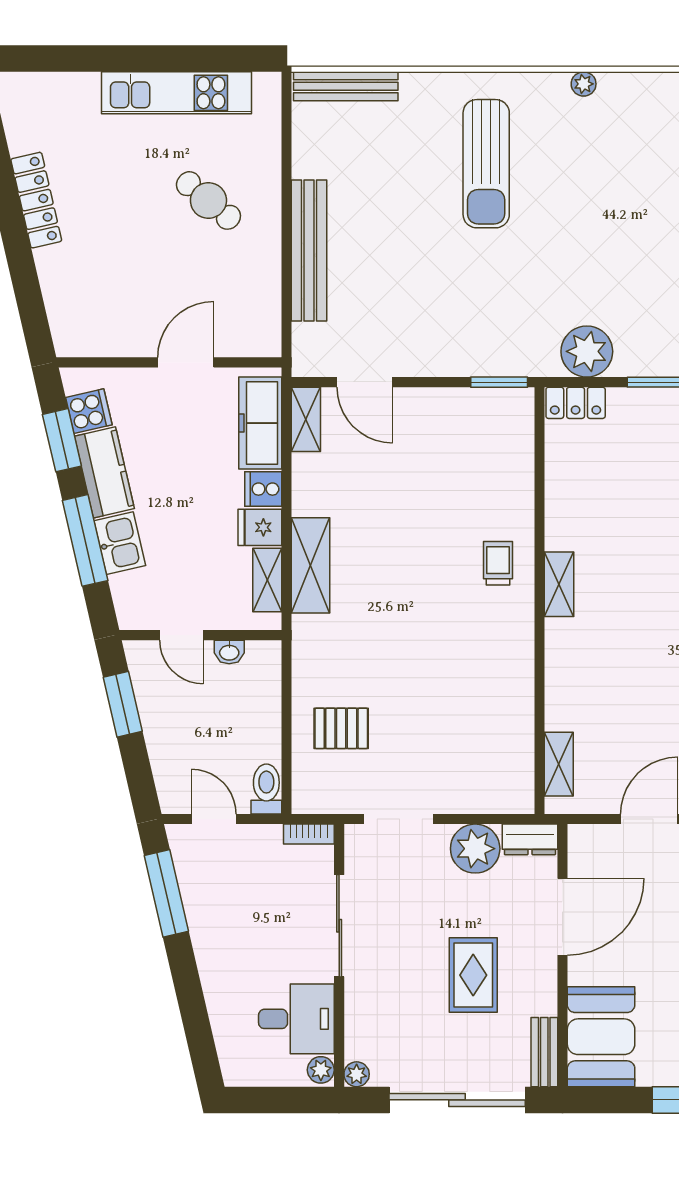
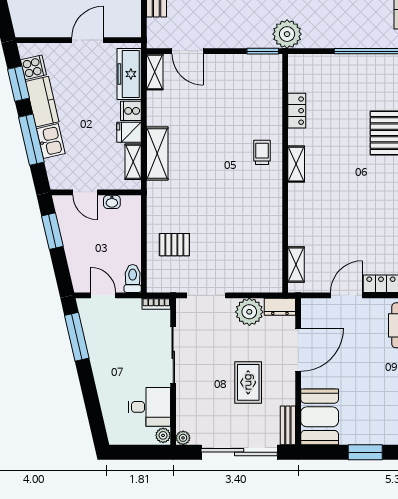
plant: (587, 351) -> (287, 34), moved
locker: (576, 403) -> (297, 111), moved, turned -90

